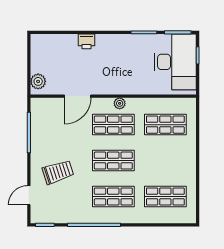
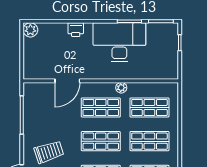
desk: (175, 62) -> (119, 42), moved, turned -90
plant: (38, 81) -> (30, 30), moved
plant: (120, 103) -> (121, 88), moved
shop shelf: (165, 161) -> (149, 141), added

